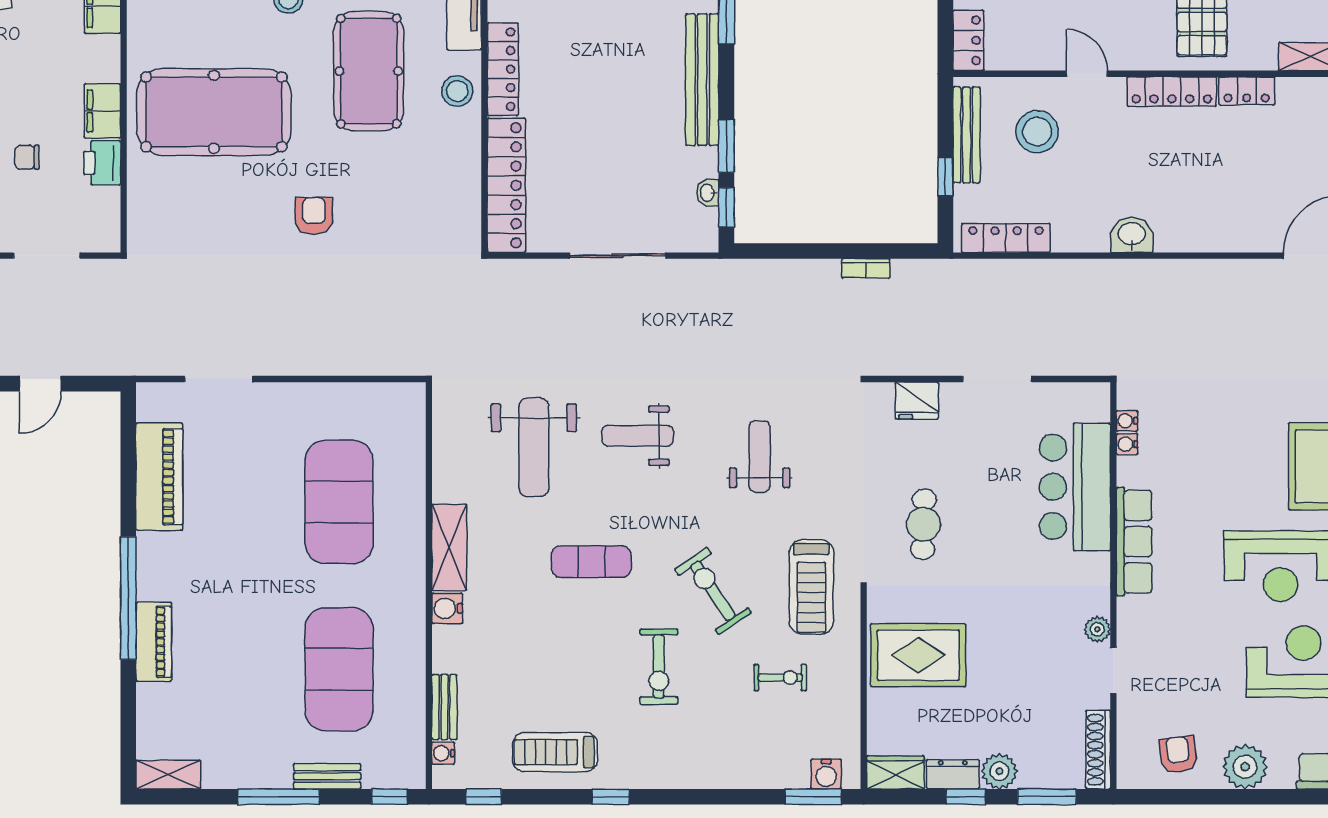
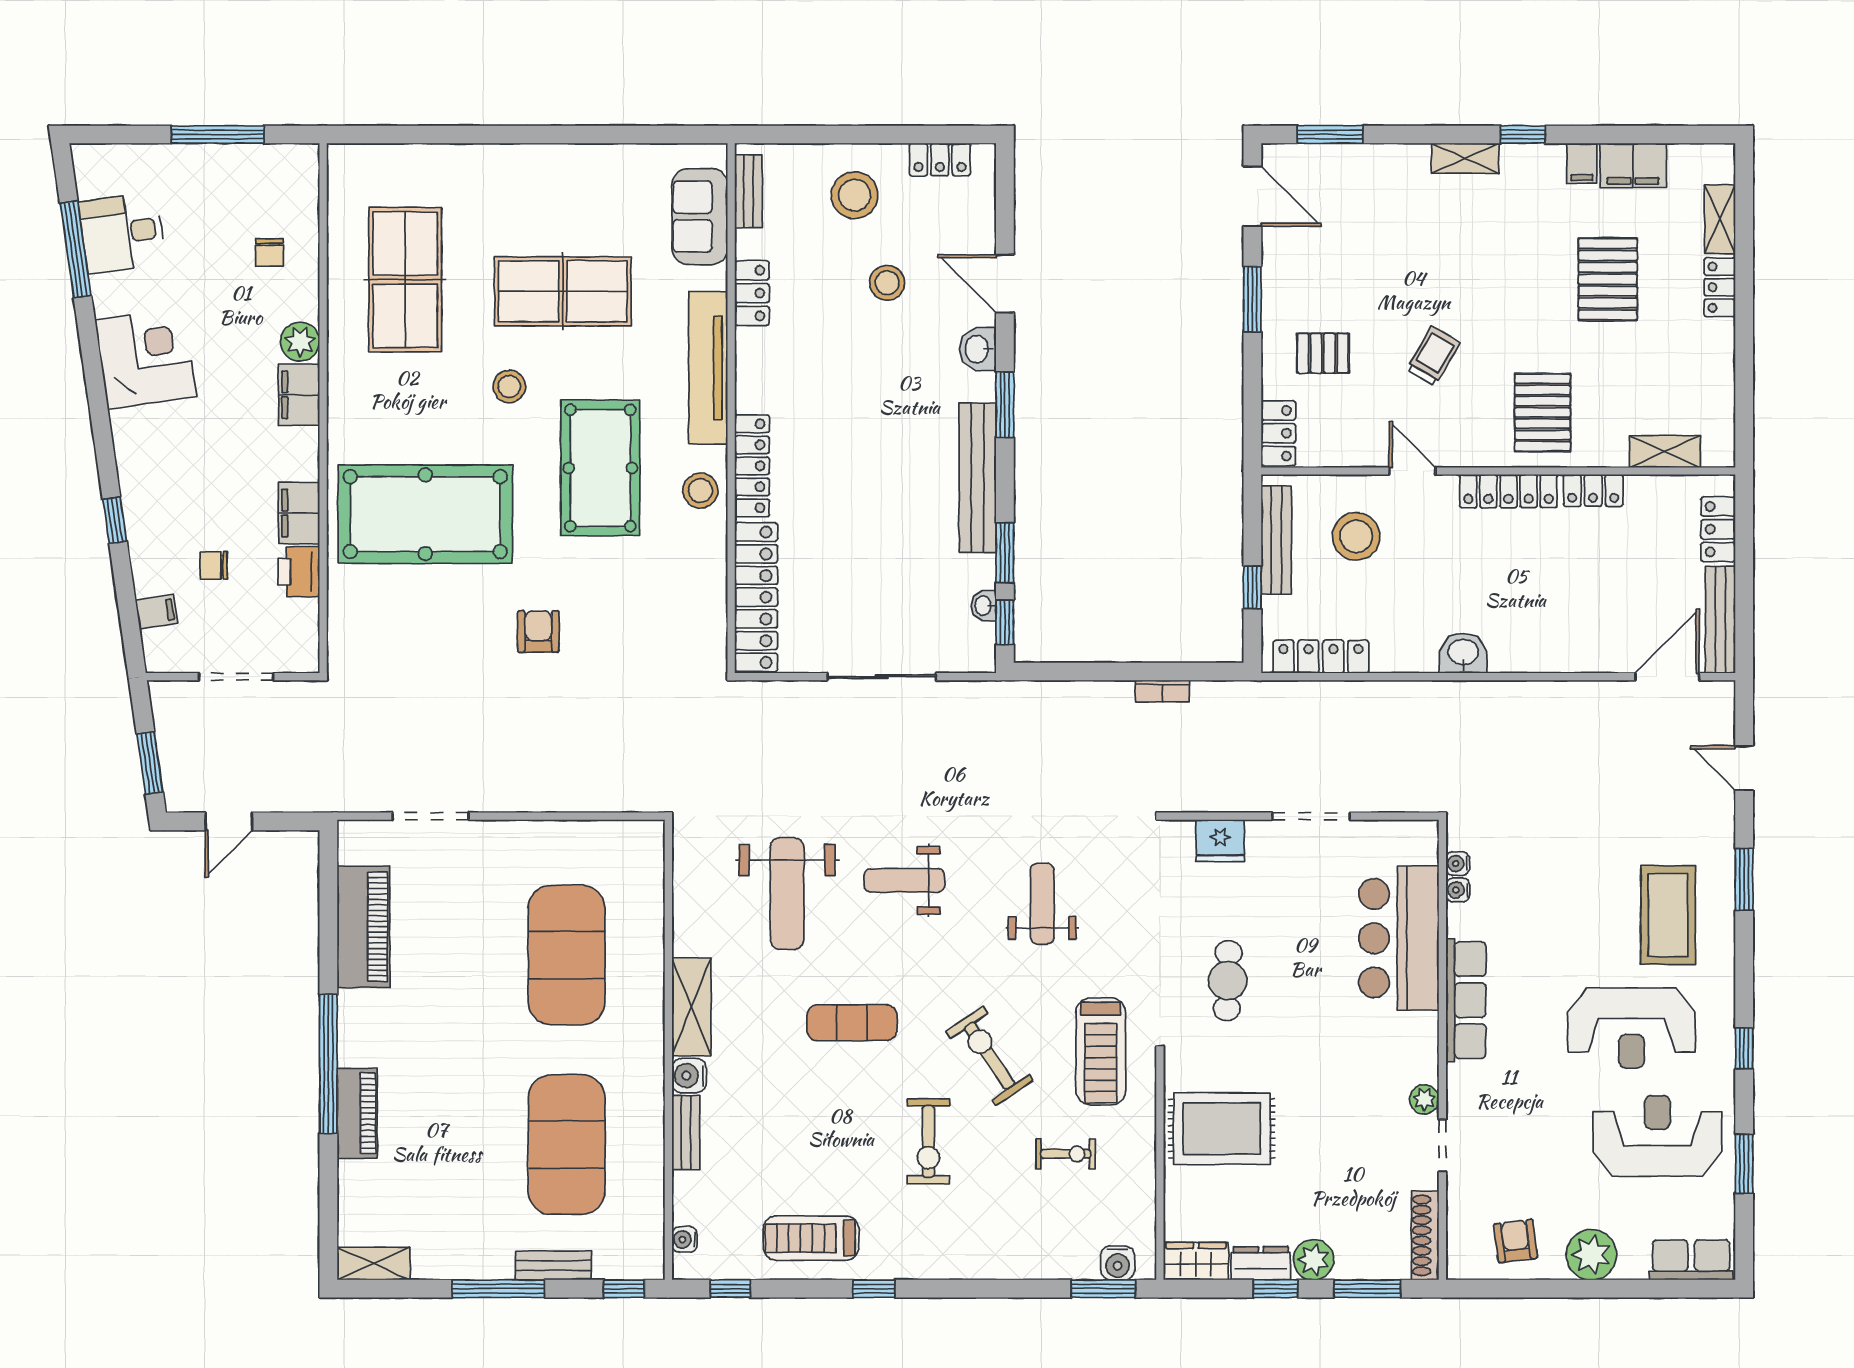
bench: (444, 707) -> (686, 1133), moved

